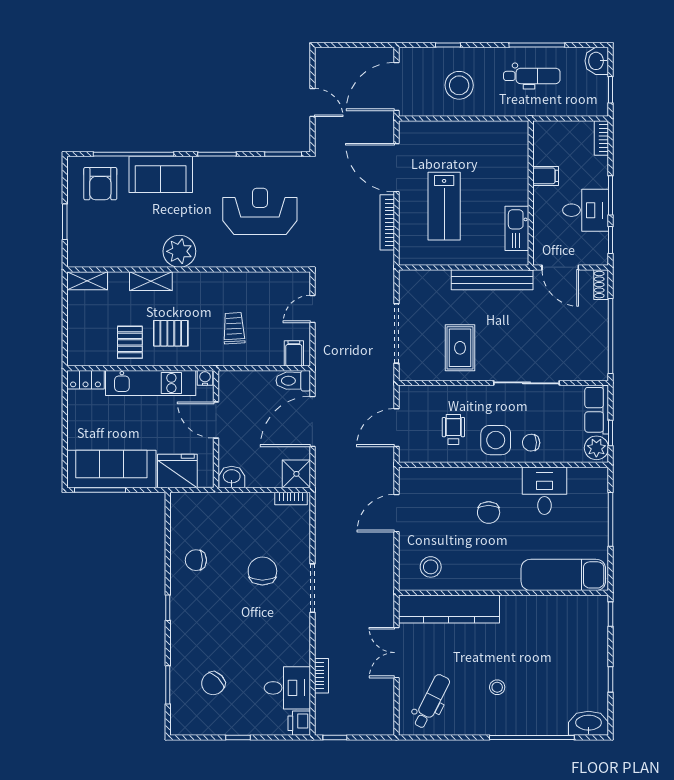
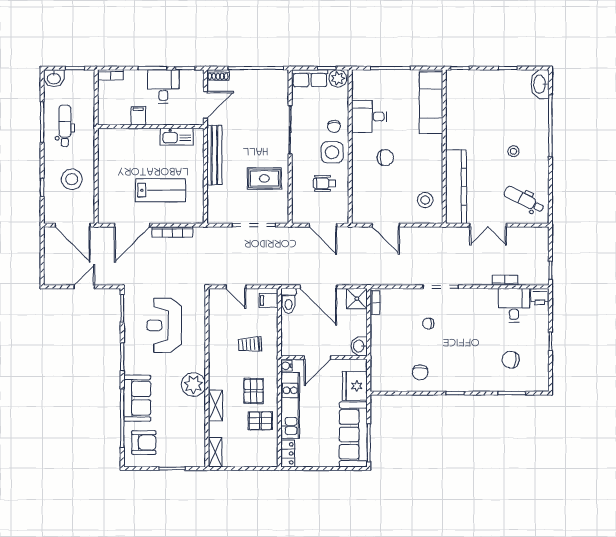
chair: (262, 571) -> (428, 324), width x0.54, depth x0.54
chair: (213, 683) -> (511, 360), turned 142

